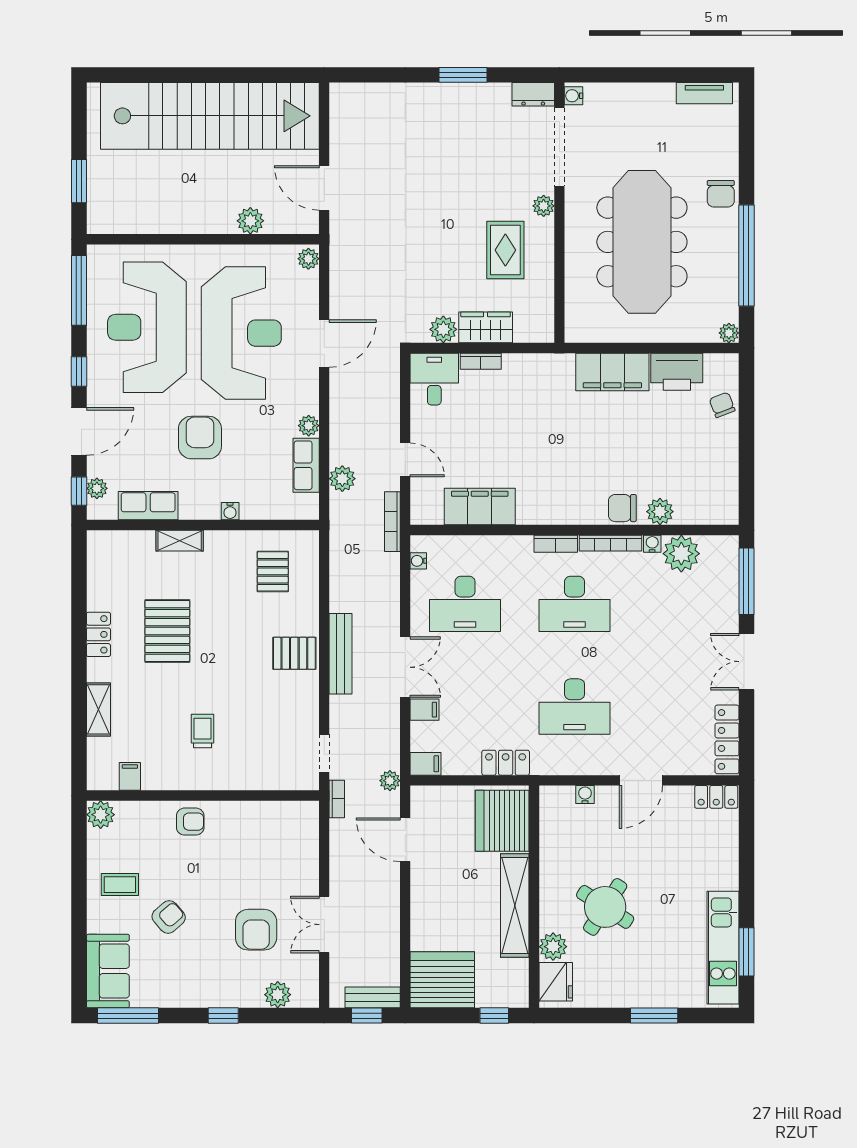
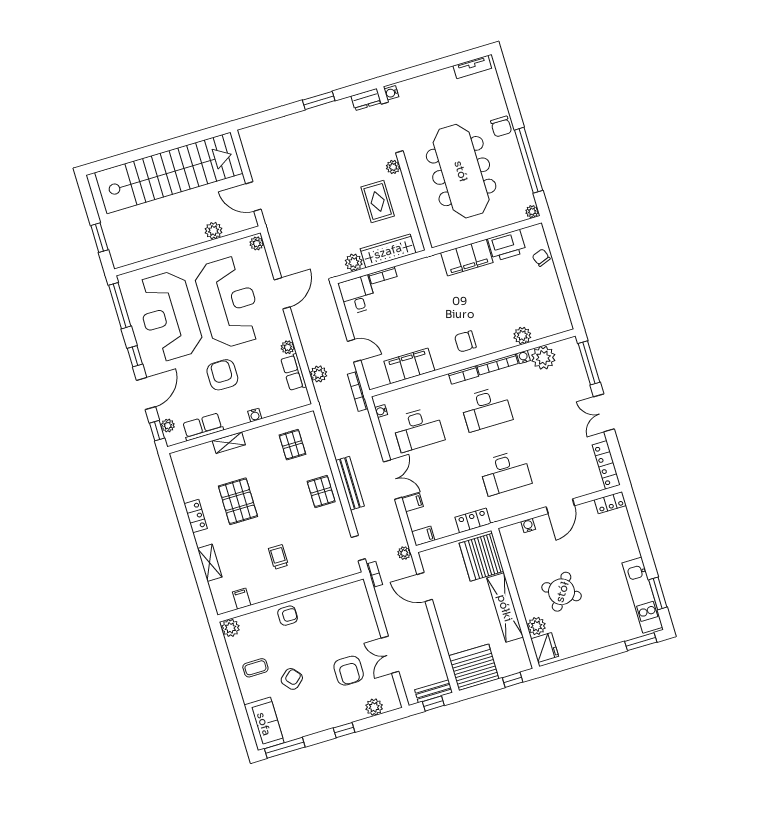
wardrobe: (486, 327) -> (388, 251), width x1.50
chair: (622, 508) -> (465, 341), moved
pallet: (294, 653) -> (321, 492), turned 90
window: (654, 1016) -> (641, 642), moved

